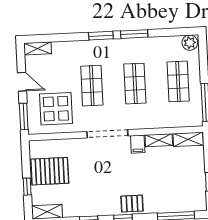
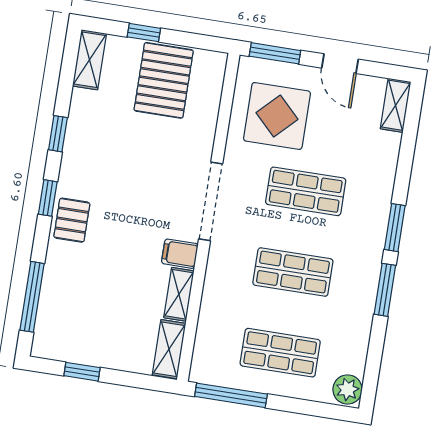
door: (22, 82) -> (340, 64), hinge flipped

